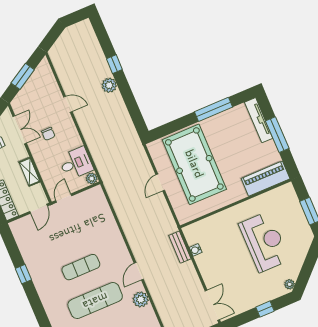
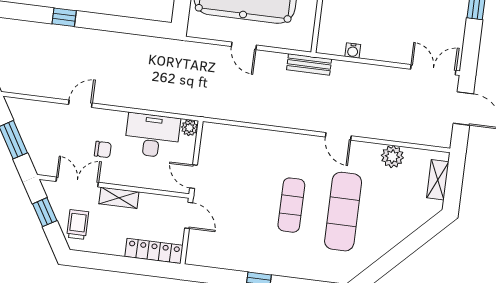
plant: (109, 85) -> (87, 39), removed
desk: (76, 163) -> (152, 136), width x1.37
shelving: (30, 172) -> (119, 198), moved
bench: (180, 247) -> (309, 64), moved
plant: (141, 299) -> (392, 157), moved

